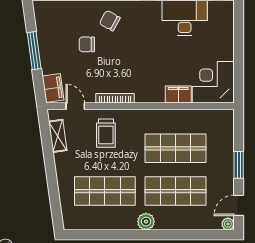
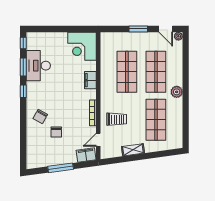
filing cabinet: (178, 94) -> (90, 80), moved
shelving: (58, 136) -> (133, 150), moved

